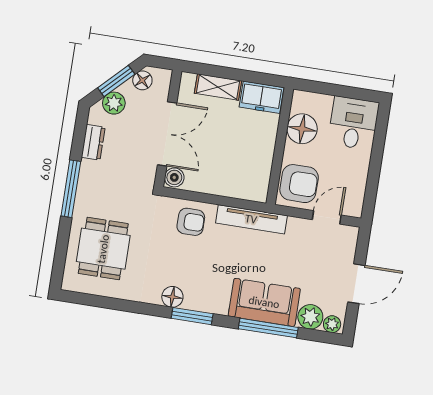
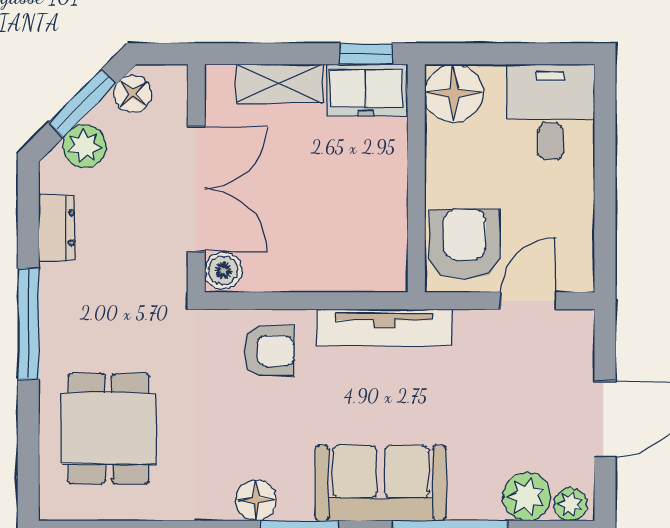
window: (264, 79) -> (366, 54), added
floor lamp: (302, 129) -> (454, 93), moved
armchair: (299, 184) -> (465, 244), turned -90
sofa: (264, 302) -> (381, 483), moved

